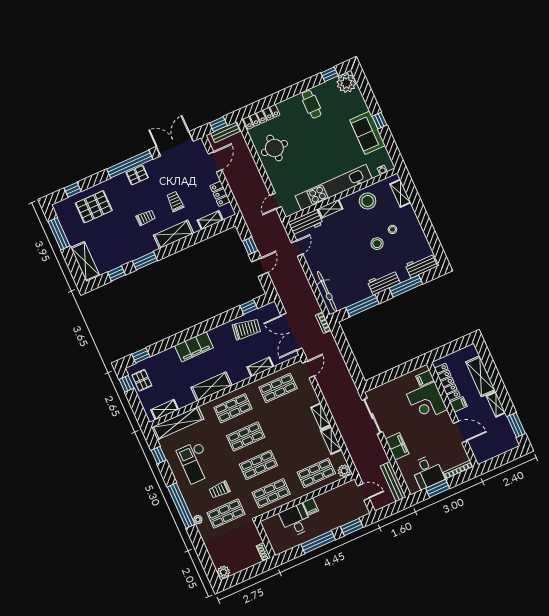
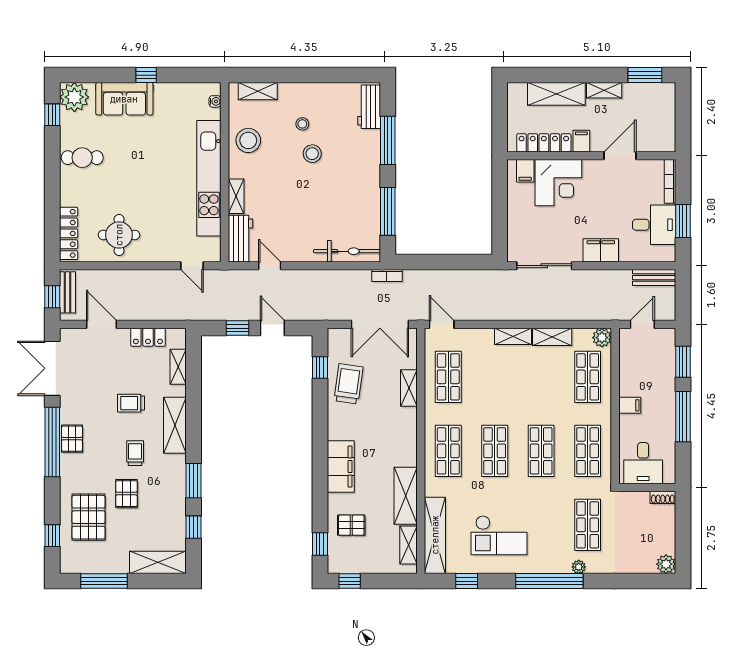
sofa: (367, 133) -> (124, 99), moved
pallet: (119, 224) -> (127, 494), added
workbench: (384, 282) -> (369, 168), removed
pallet: (142, 380) -> (351, 525), moved
shelving: (212, 387) -> (406, 496), moved
bench: (393, 482) -> (654, 278), width x0.73
trolley: (220, 490) -> (551, 519), removed
desk: (296, 520) -> (643, 463), moved, turned -90

